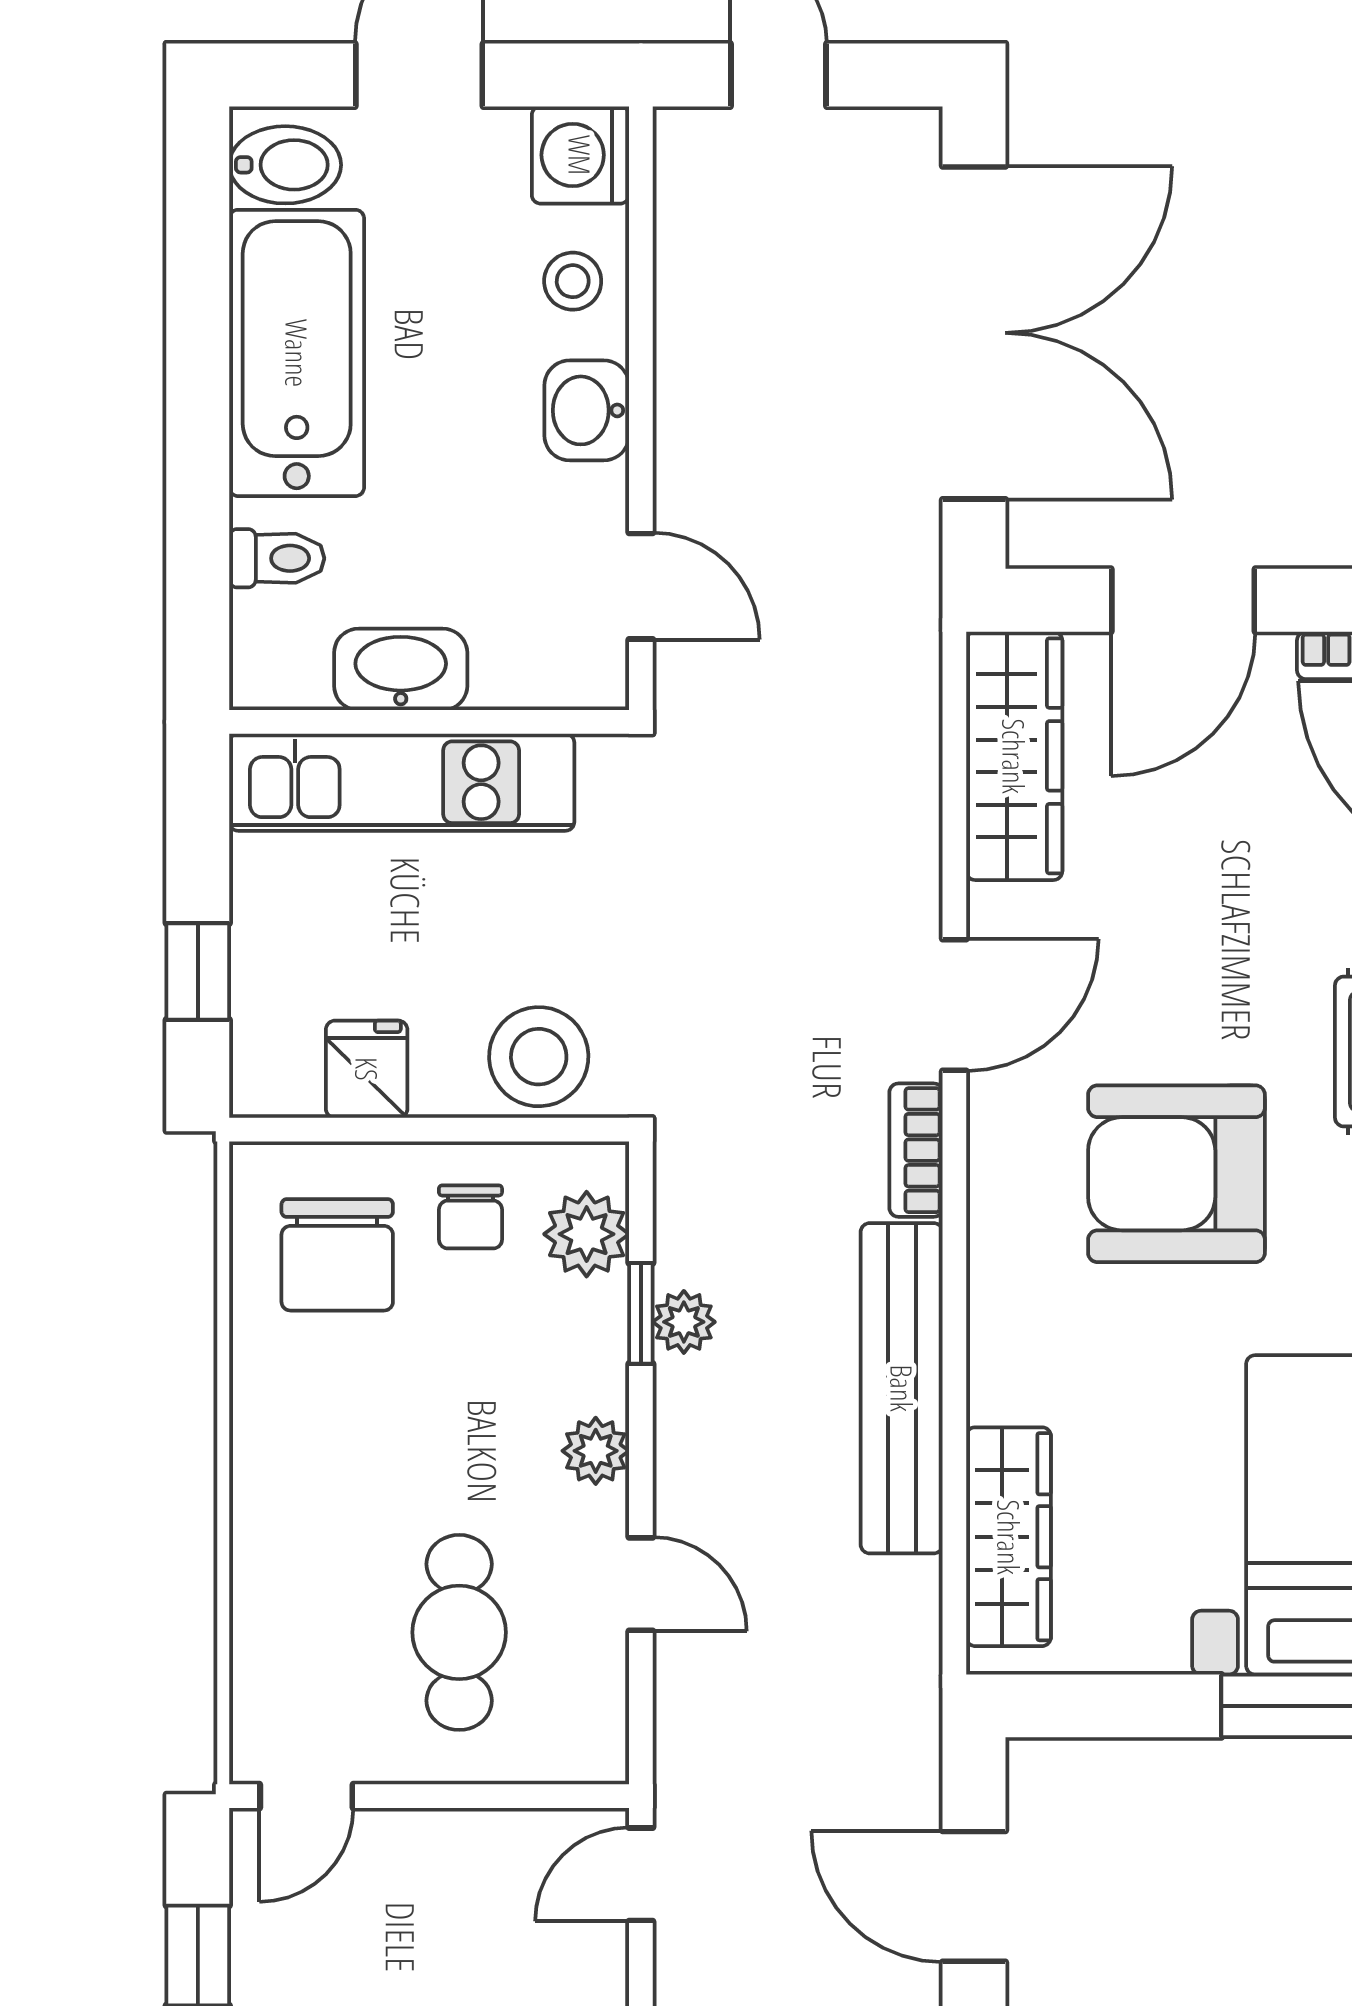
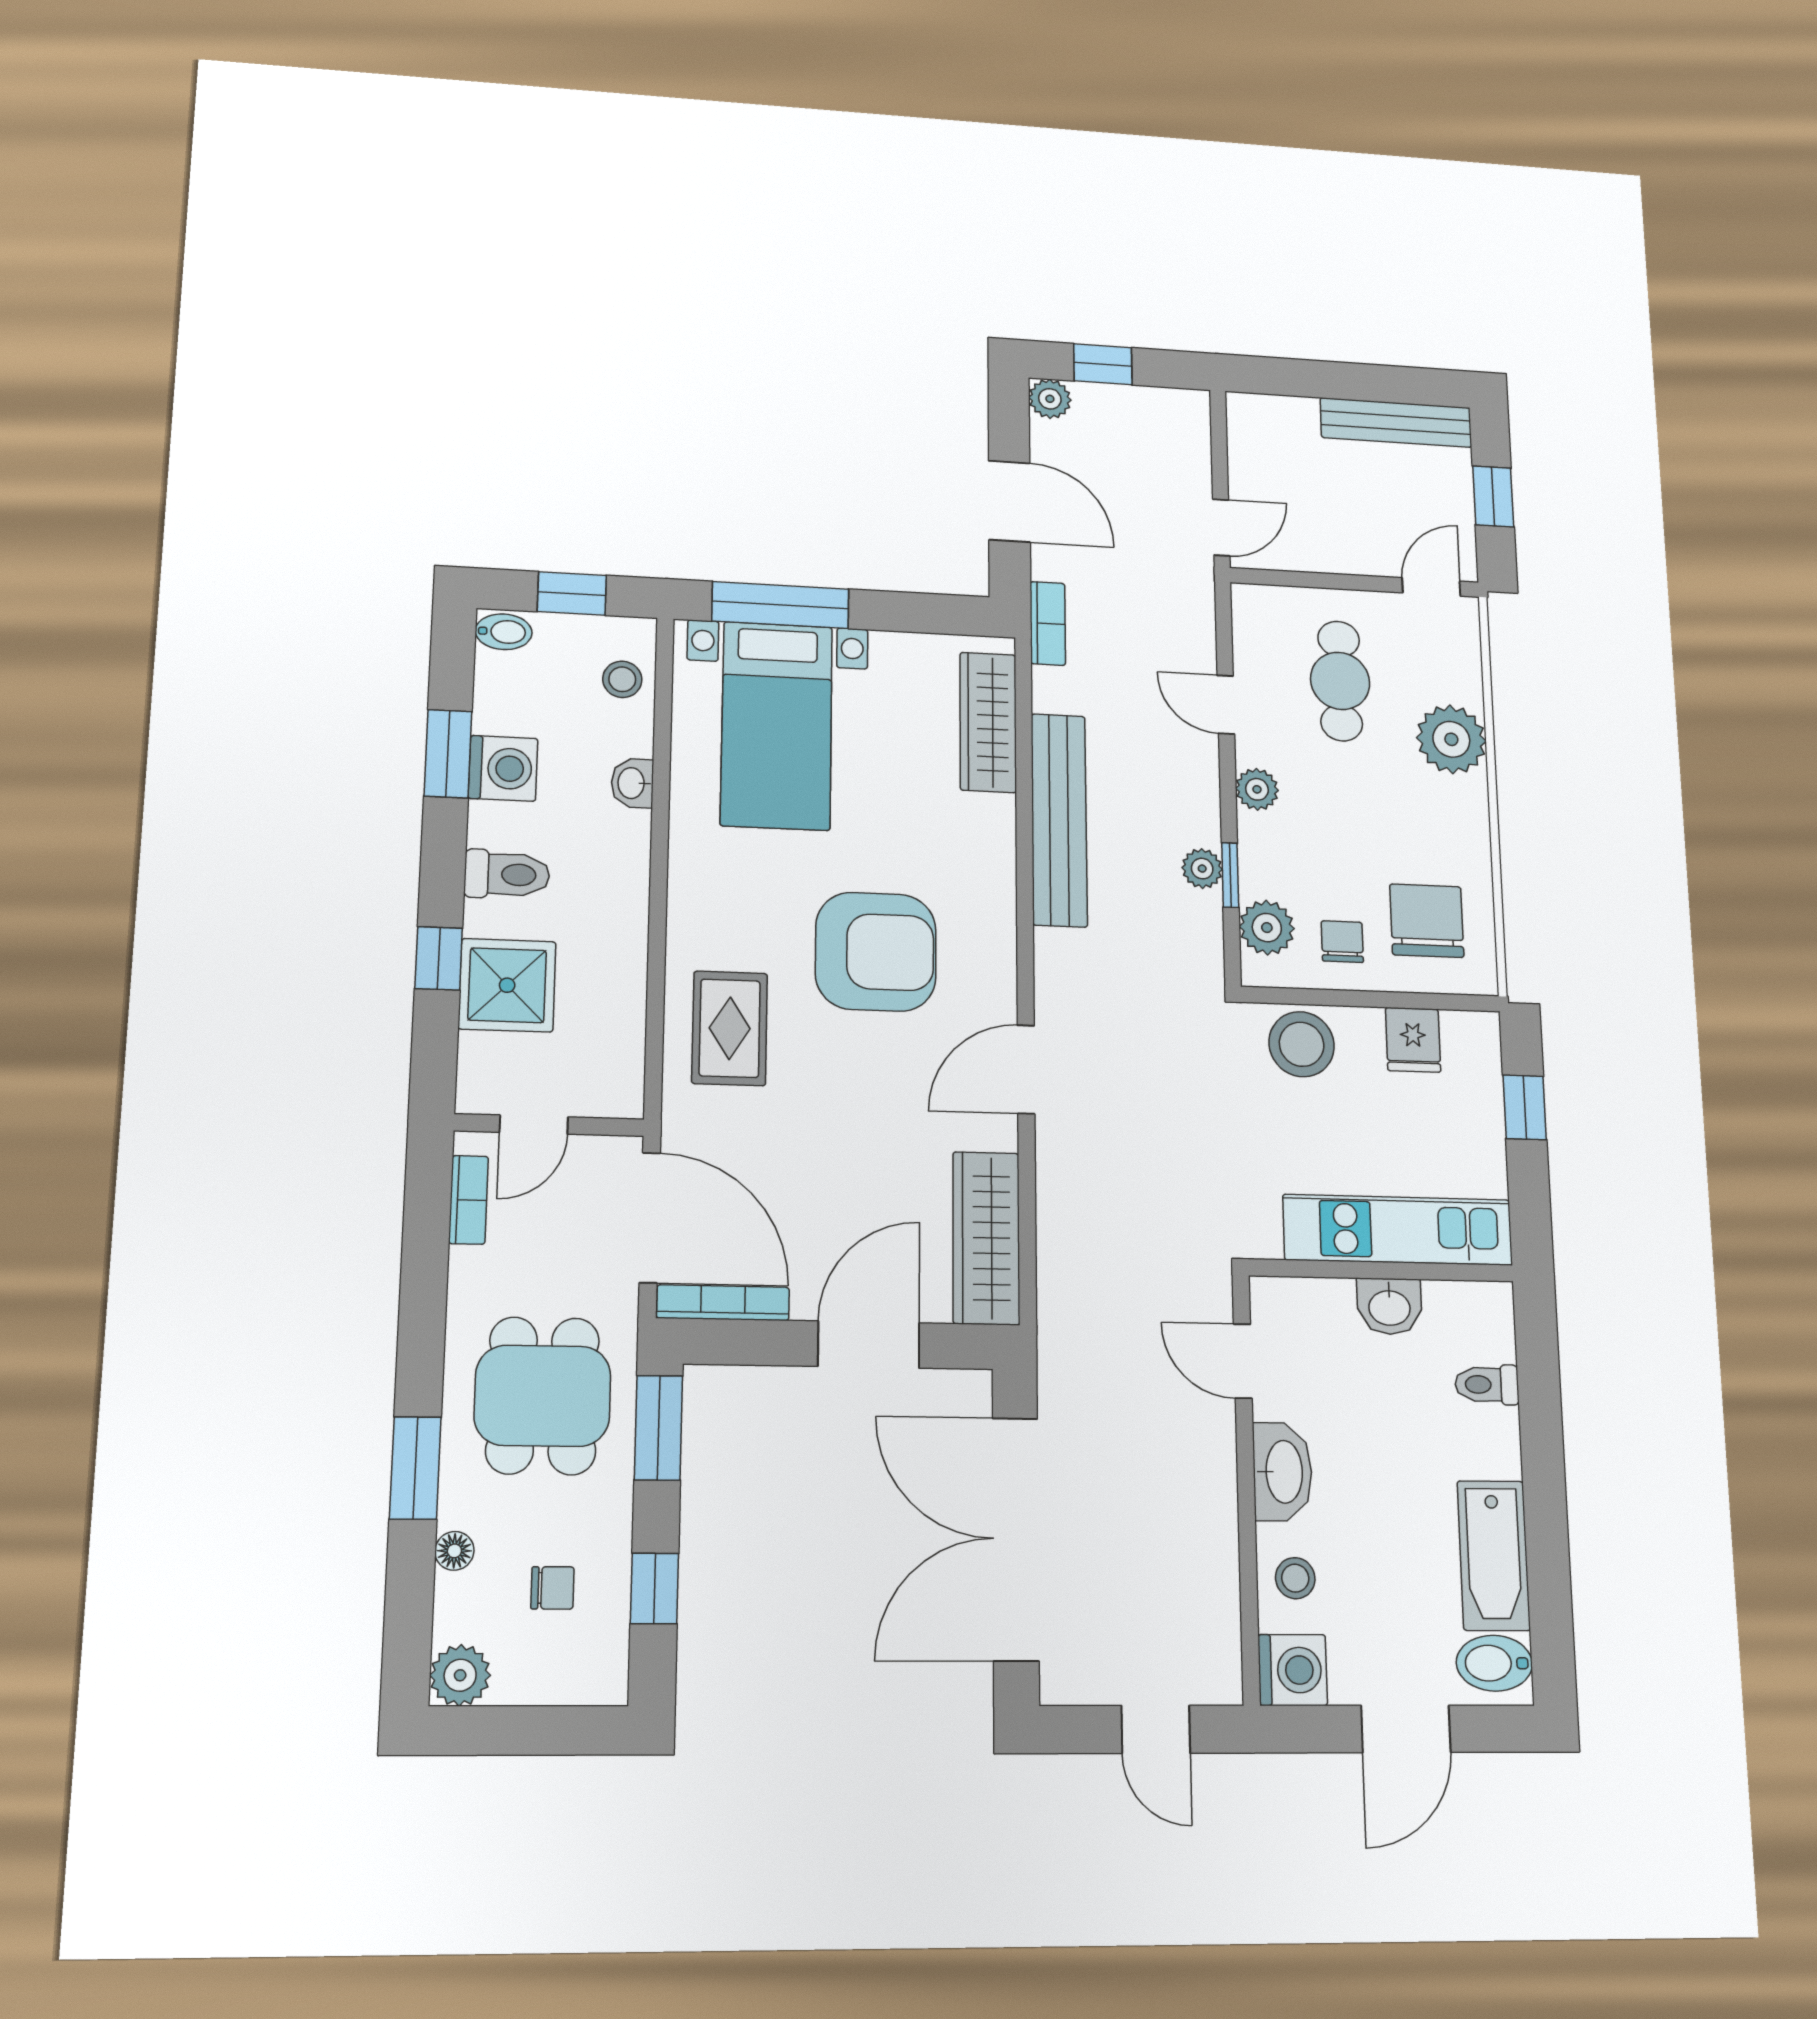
bathtub: (297, 353) -> (1494, 1555), width x0.73, depth x0.73
washbasin: (587, 410) -> (1283, 1472), width x1.38
washbasin: (401, 669) -> (1389, 1306), width x0.72
bookcase: (916, 1150) -> (1048, 623), moved
plant: (285, 1547) -> (1451, 739), added

